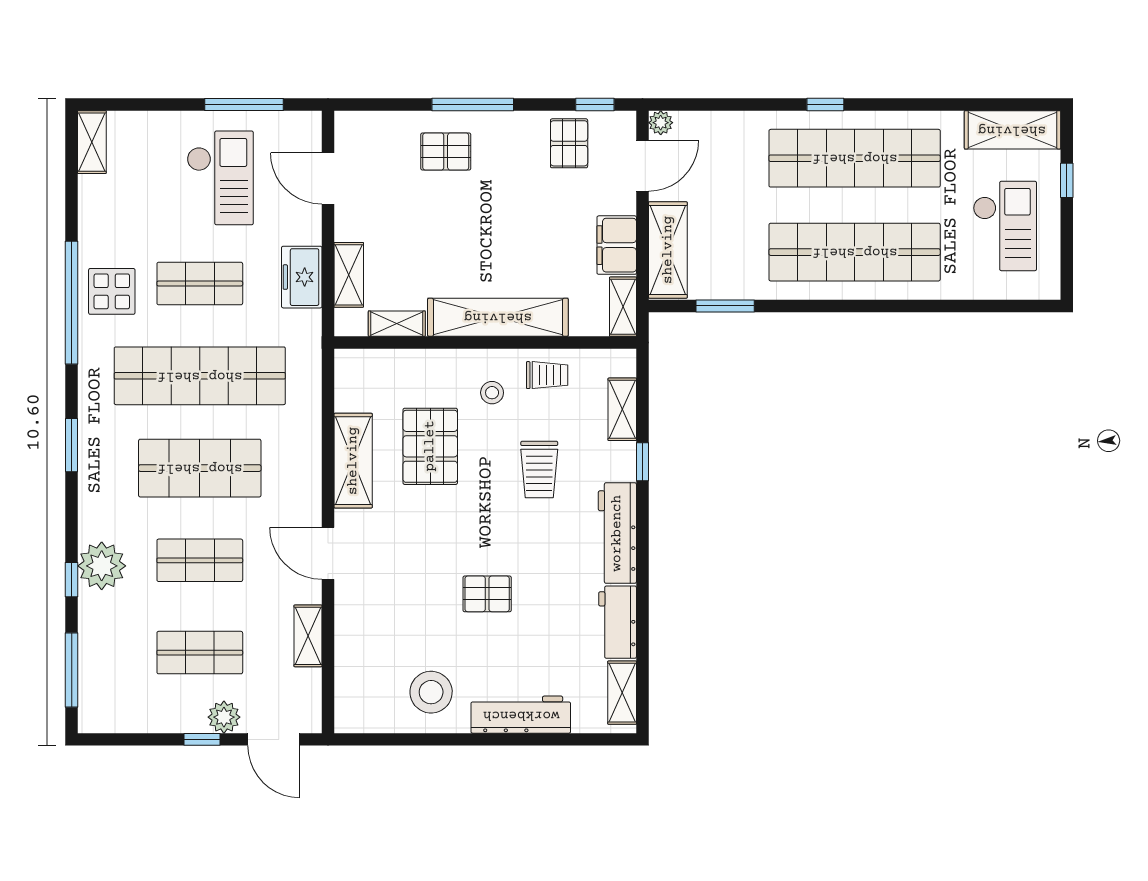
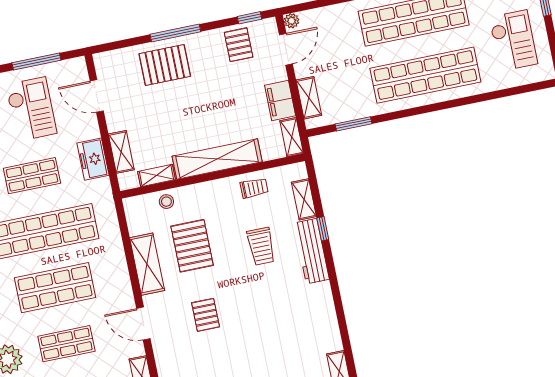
pallet: (446, 151) -> (165, 65), width x1.50, depth x1.42
shelving: (668, 250) -> (309, 98), width x0.67, depth x0.75
stool: (492, 393) -> (166, 202), moved
workbench: (617, 533) -> (312, 251), moved
pallet: (487, 594) -> (206, 315), moved, turned 90
workbench: (618, 622) -> (328, 329), removed

